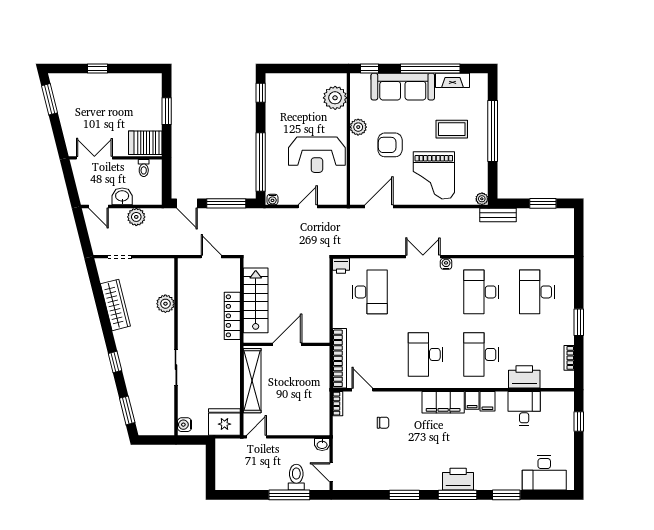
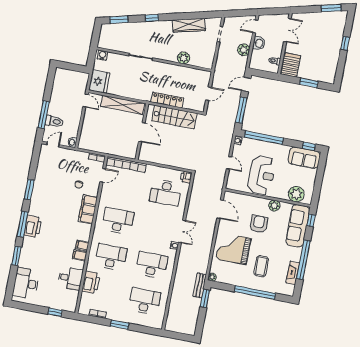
sofa: (403, 87) -> (298, 226), moved
sofa: (279, 97) -> (304, 158), added
reception desk: (317, 155) -> (262, 175), turned 180
window: (543, 203) -> (205, 298), moved
filing cabinet: (443, 402) -> (88, 209), moved

